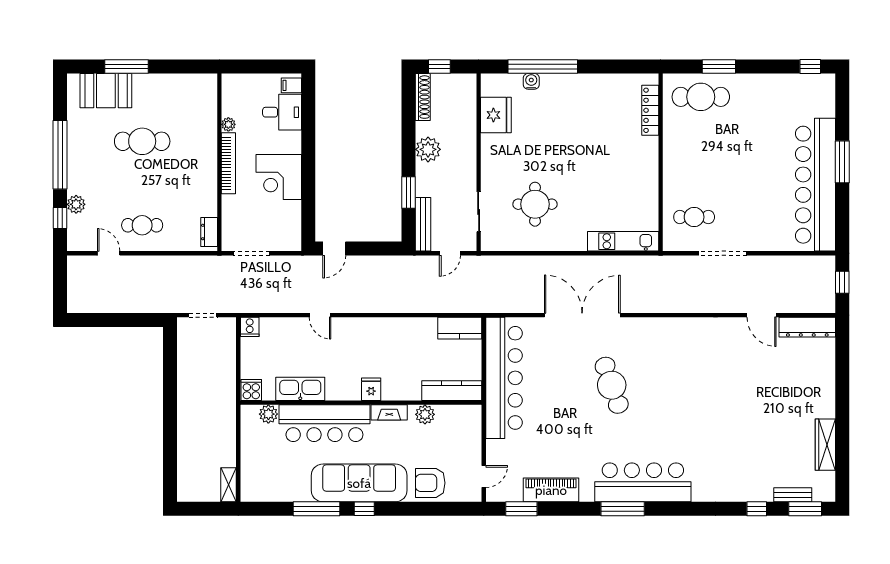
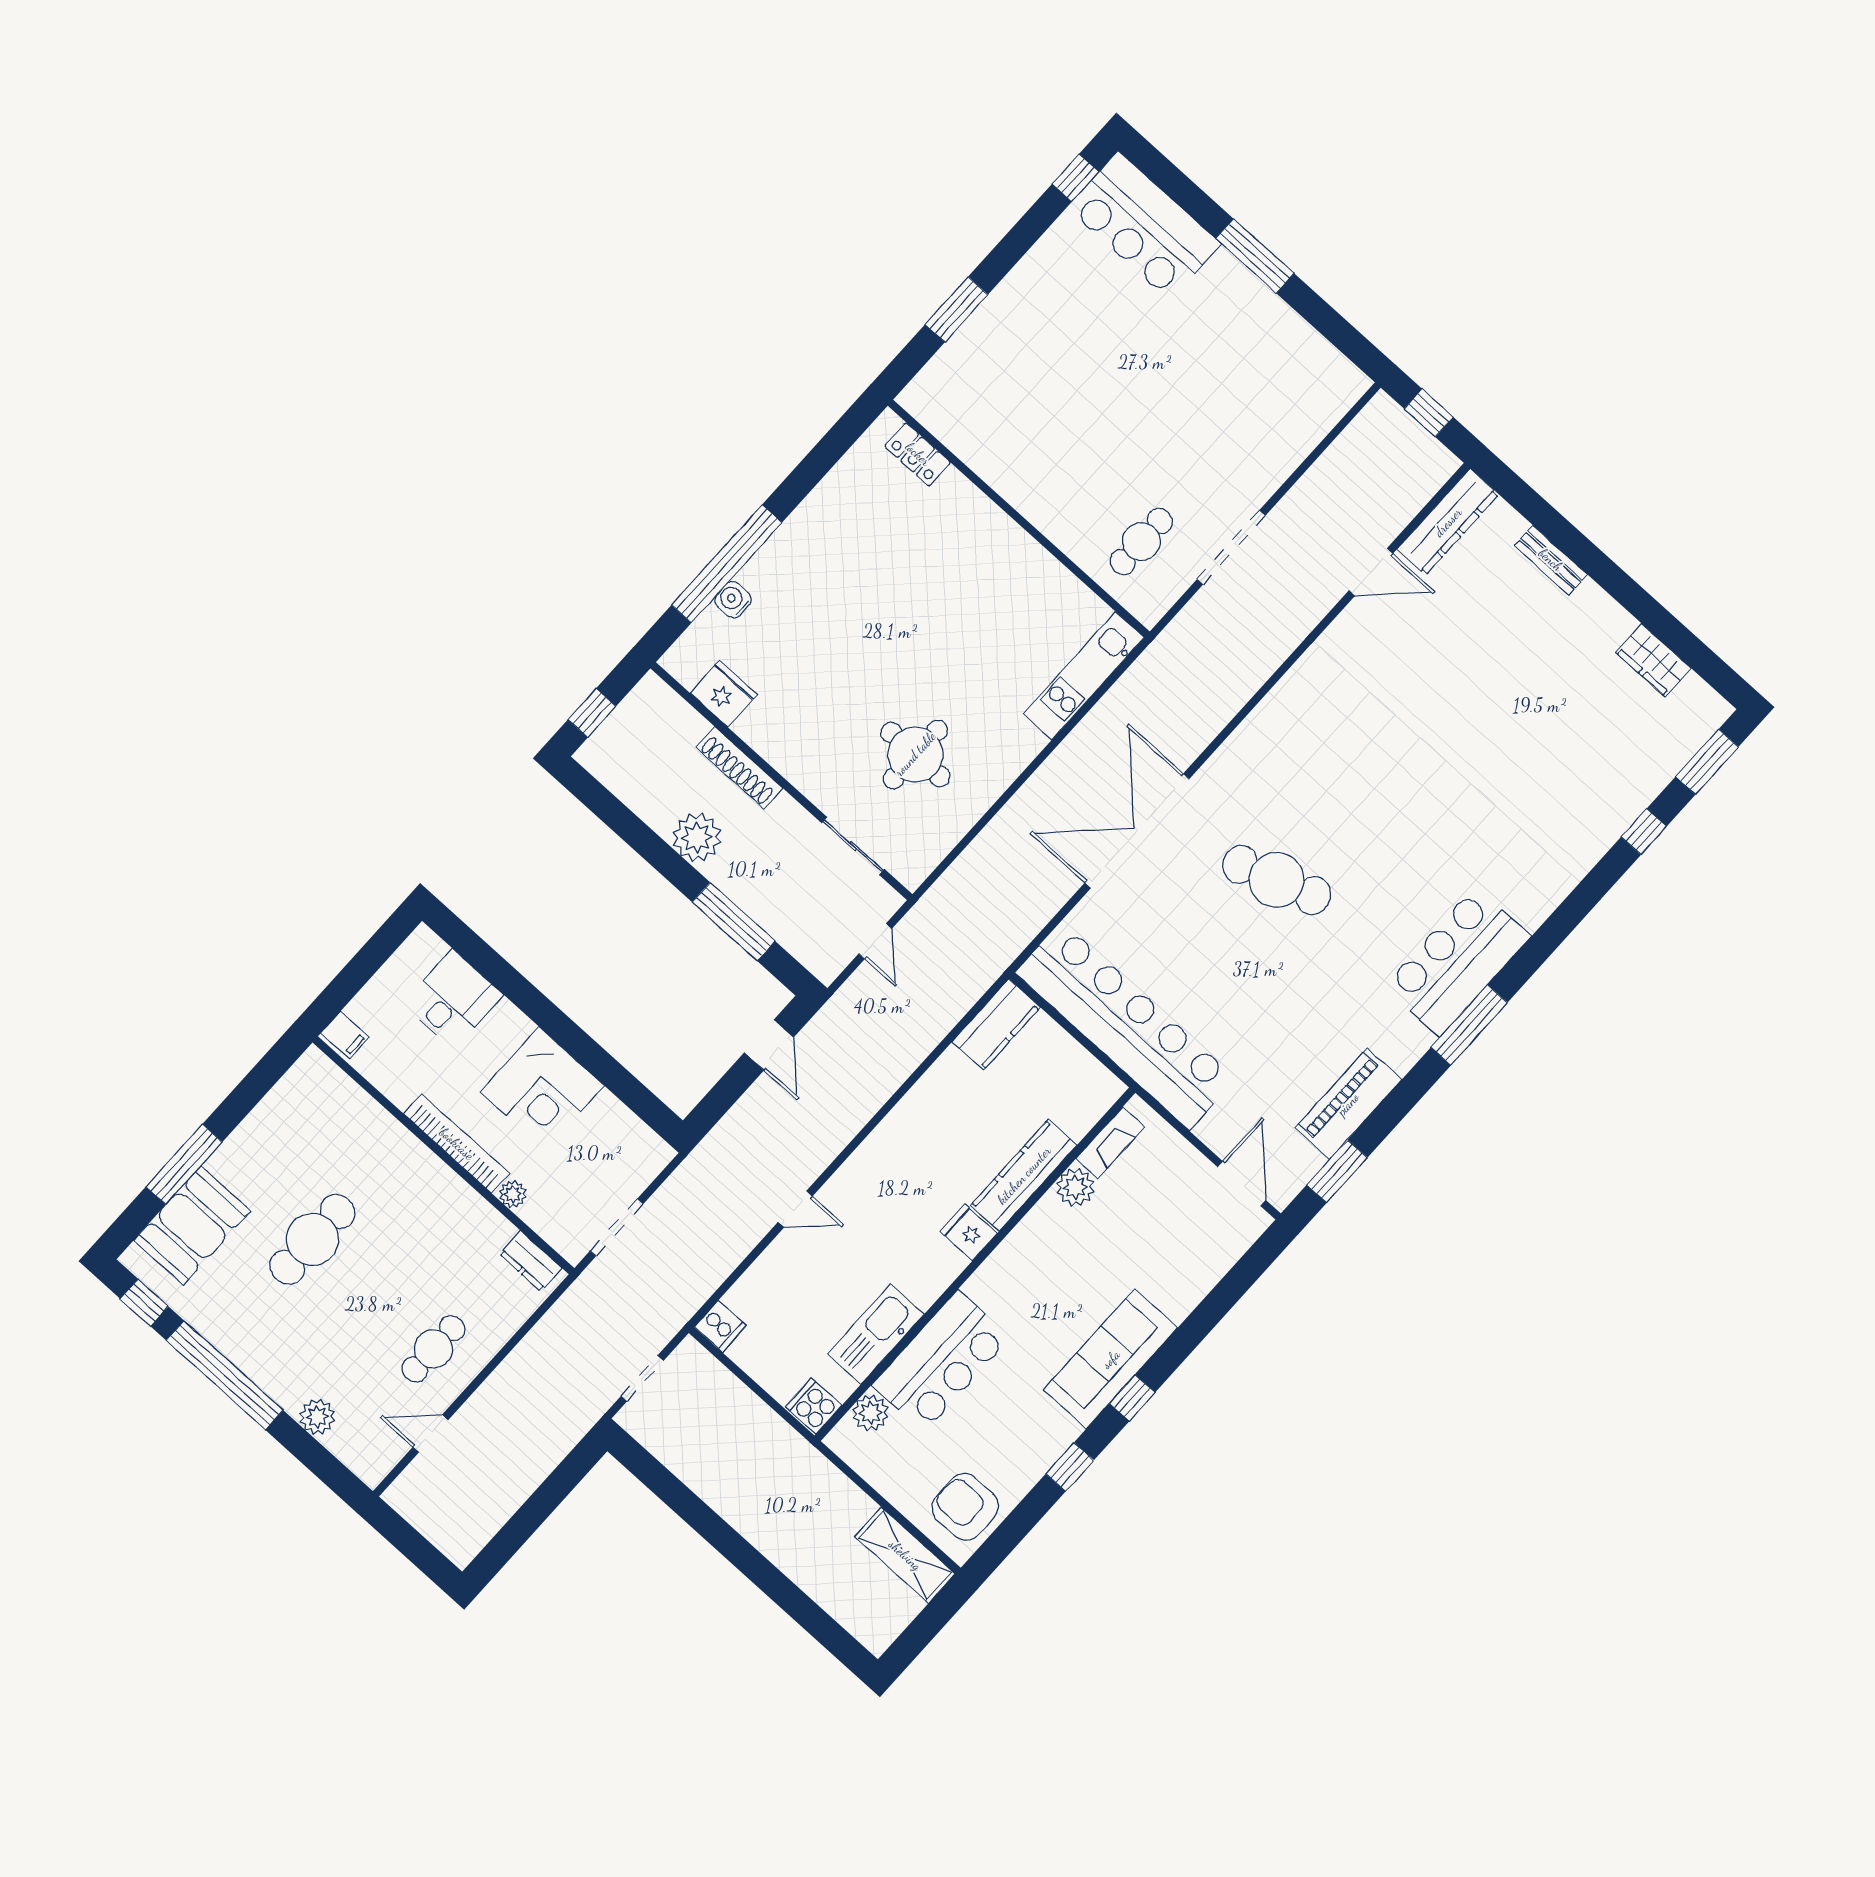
filing cabinet: (291, 85) -> (345, 1035), moved, turned -90
shoe rack: (423, 97) -> (739, 768), moved, turned 180
cafe table: (701, 97) -> (977, 375), removed
locker: (650, 110) -> (918, 454), width x0.66
fridge: (496, 115) -> (724, 694), width x0.73, depth x0.75
plant: (228, 124) -> (513, 1194), moved
bar counter: (815, 185) -> (1144, 226), moved, width x0.54
window: (409, 192) -> (734, 922), width x1.44
window: (60, 218) -> (144, 1303), moved
bench: (423, 224) -> (798, 942), removed
door: (334, 248) -> (769, 1045), moved
kitchen counter: (452, 391) -> (1024, 1175), moved
fireplace: (389, 412) -> (1110, 1143), moved
bar counter: (324, 423) -> (941, 1361), width x0.73
wardrobe: (825, 445) -> (1653, 660), width x0.67
door: (484, 477) -> (1242, 1184), width x1.38
bar counter: (643, 482) -> (1457, 961), width x0.73
sofa: (359, 483) -> (1111, 1359), width x0.74, depth x0.79
armchair: (430, 483) -> (965, 1507), moved, turned 90
shelving: (229, 485) -> (905, 1555), width x1.50, depth x1.33
bench: (793, 495) -> (1551, 560), moved, turned 90
window: (317, 509) -> (1070, 1467), width x0.46

